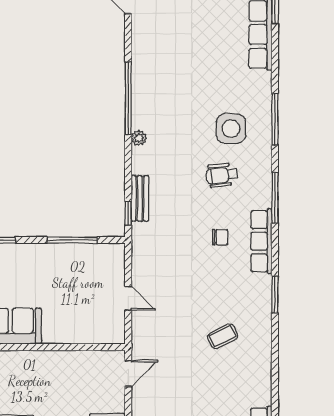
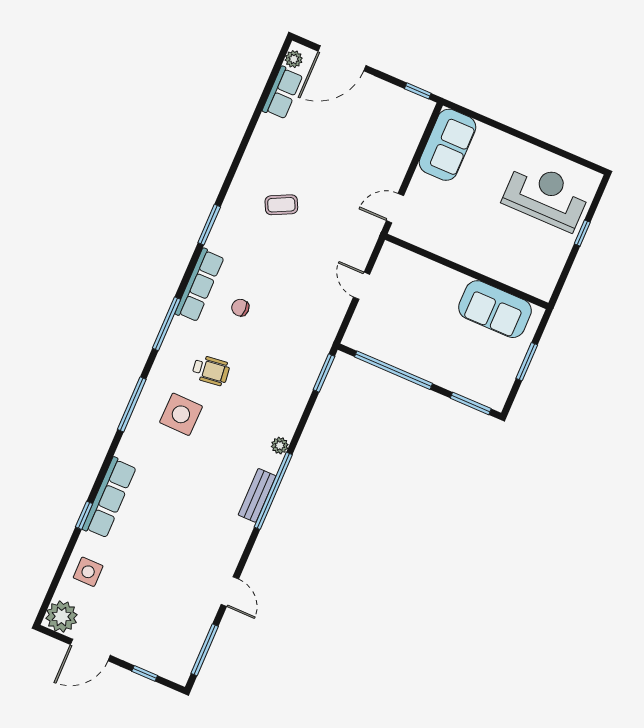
bench: (140, 198) -> (257, 495), moved
window: (128, 213) -> (324, 373), width x1.50
window: (72, 240) -> (394, 370), width x1.46

